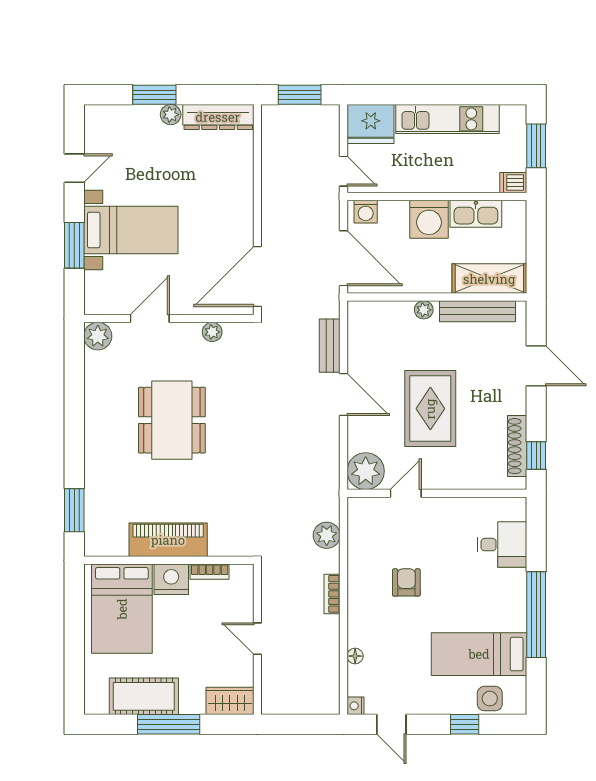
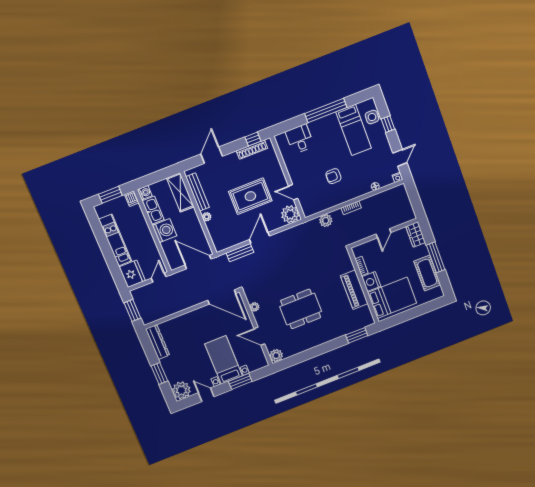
plant: (171, 115) -> (181, 390), moved, width x1.87, depth x1.87
washing machine: (366, 212) -> (145, 193), moved
door: (344, 258) -> (198, 262), hinge flipped

